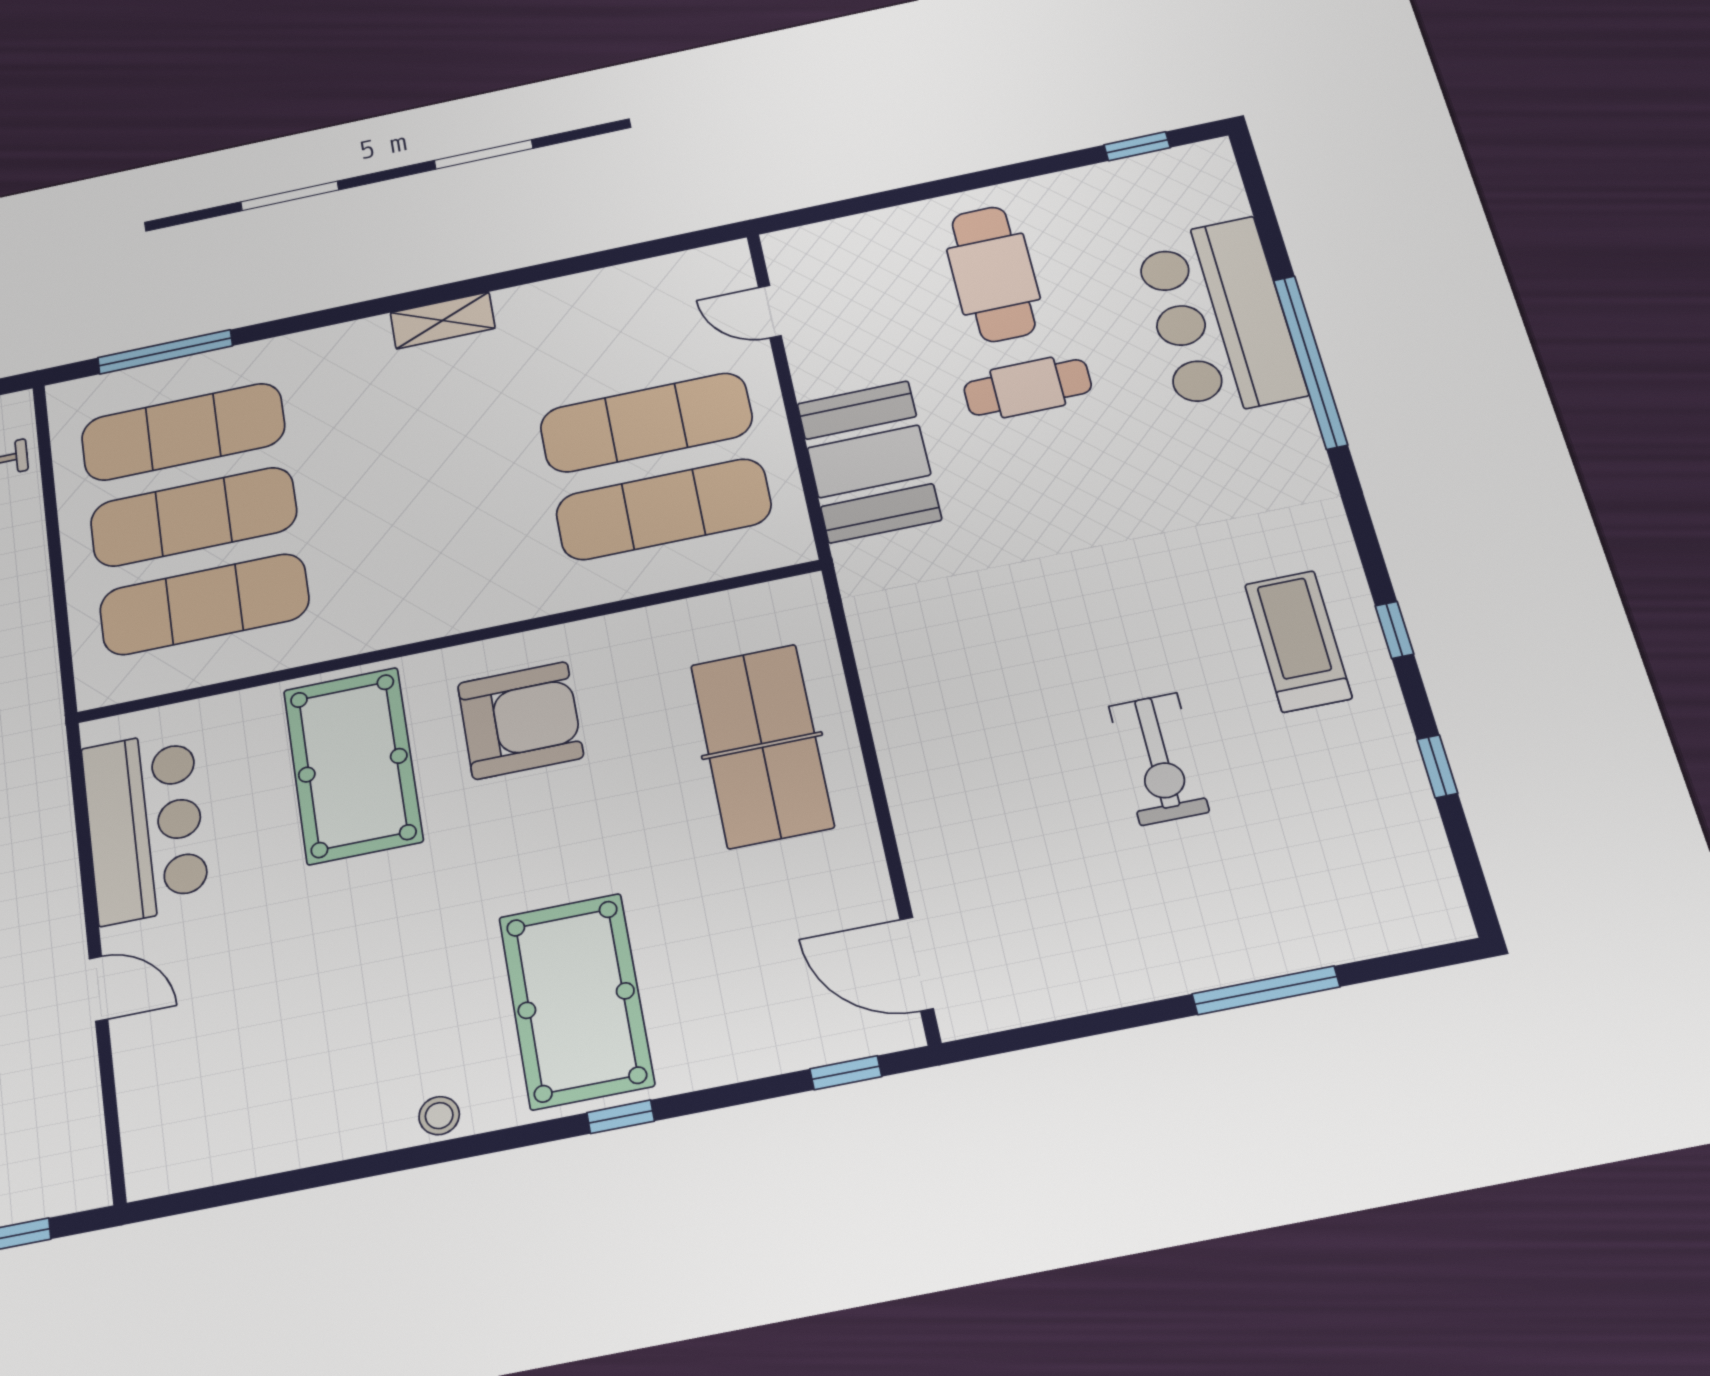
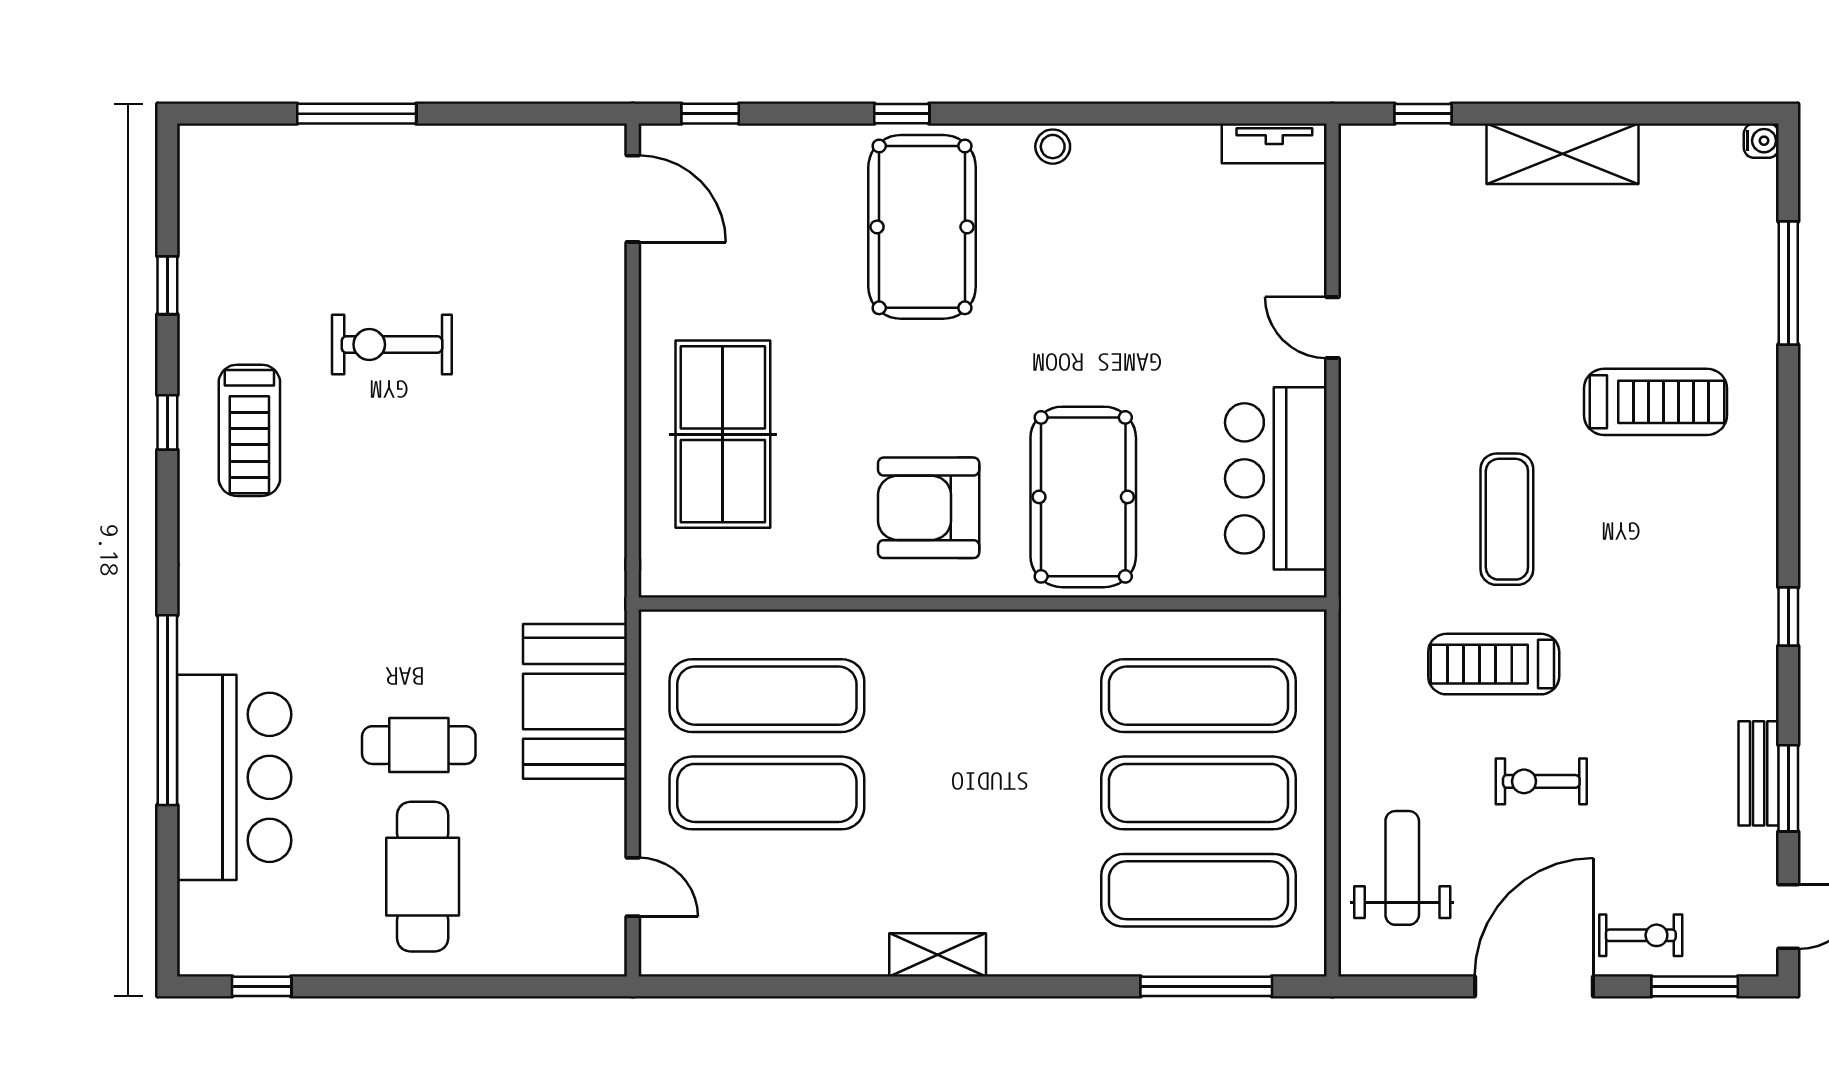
exercise bike: (1159, 759) -> (392, 344), turned -90
tv unit: (184, 1169) -> (1274, 143), added

